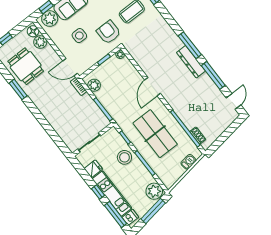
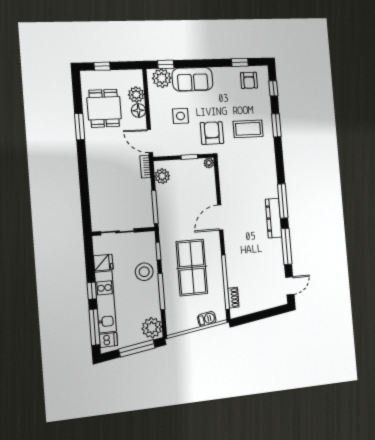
floor lamp: (33, 31) -> (138, 110), moved

